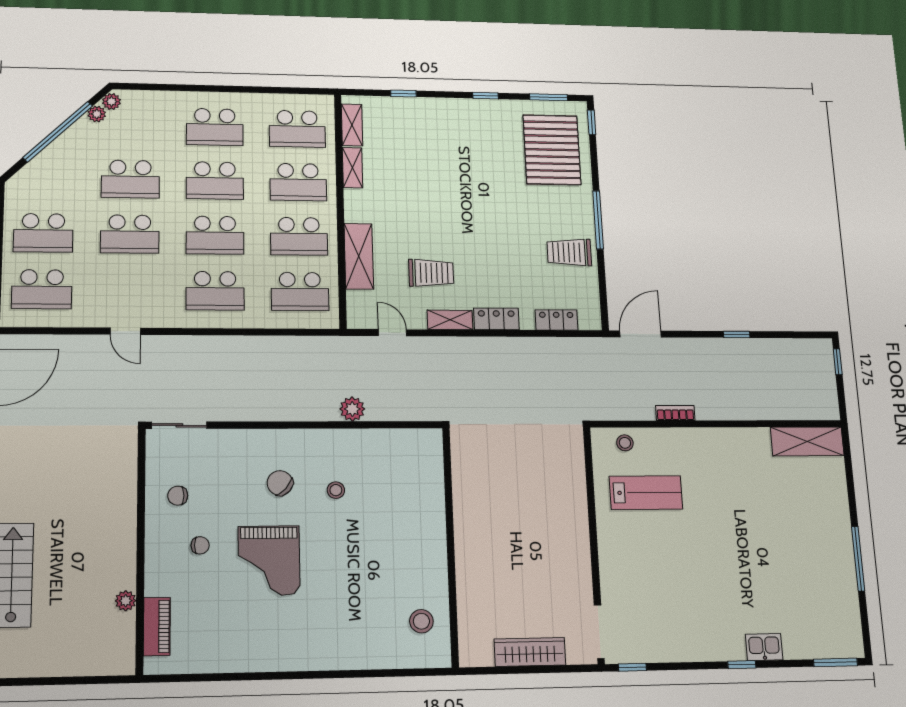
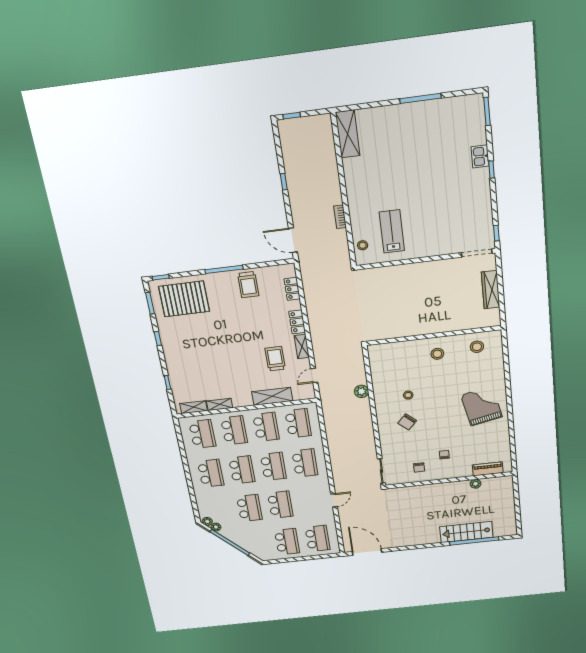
stool: (414, 549) -> (437, 354), added
grand piano: (269, 561) -> (481, 406), moved, turned -102

